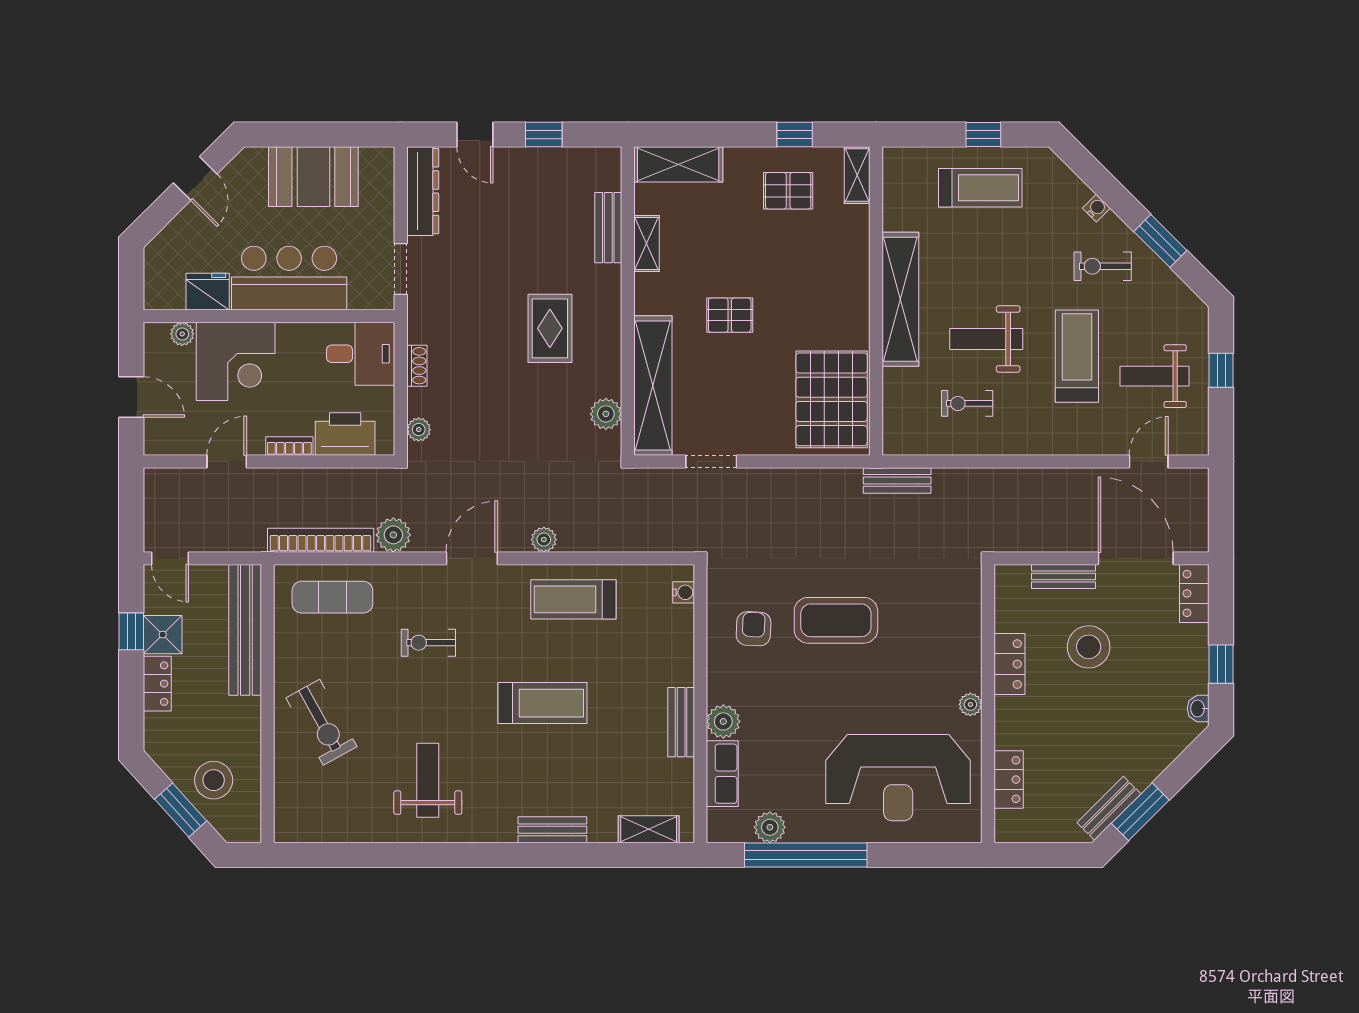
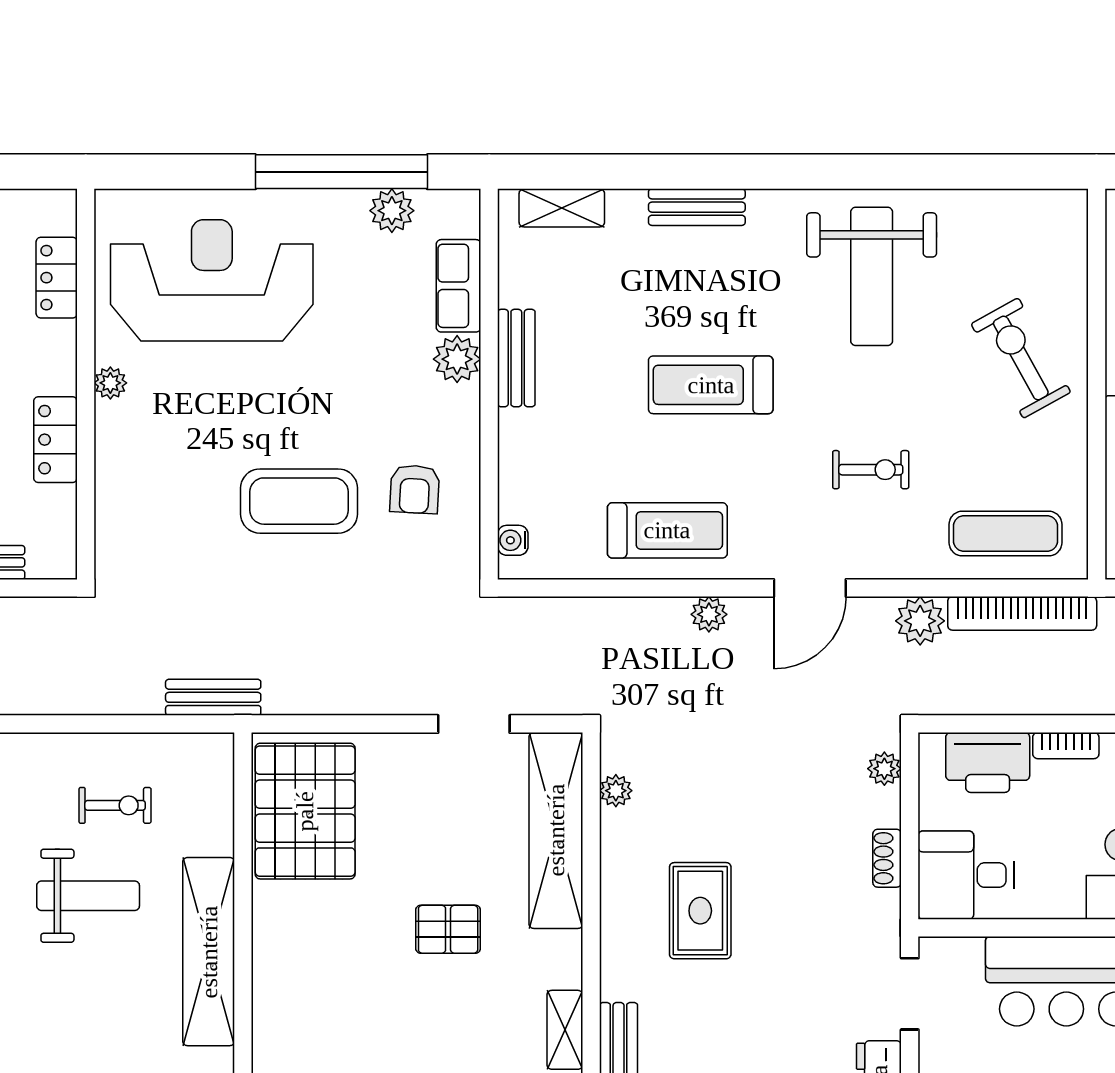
plant: (606, 414) -> (616, 791), width x0.73, depth x0.73
weight bench: (428, 780) -> (872, 276), width x1.36, depth x1.33

